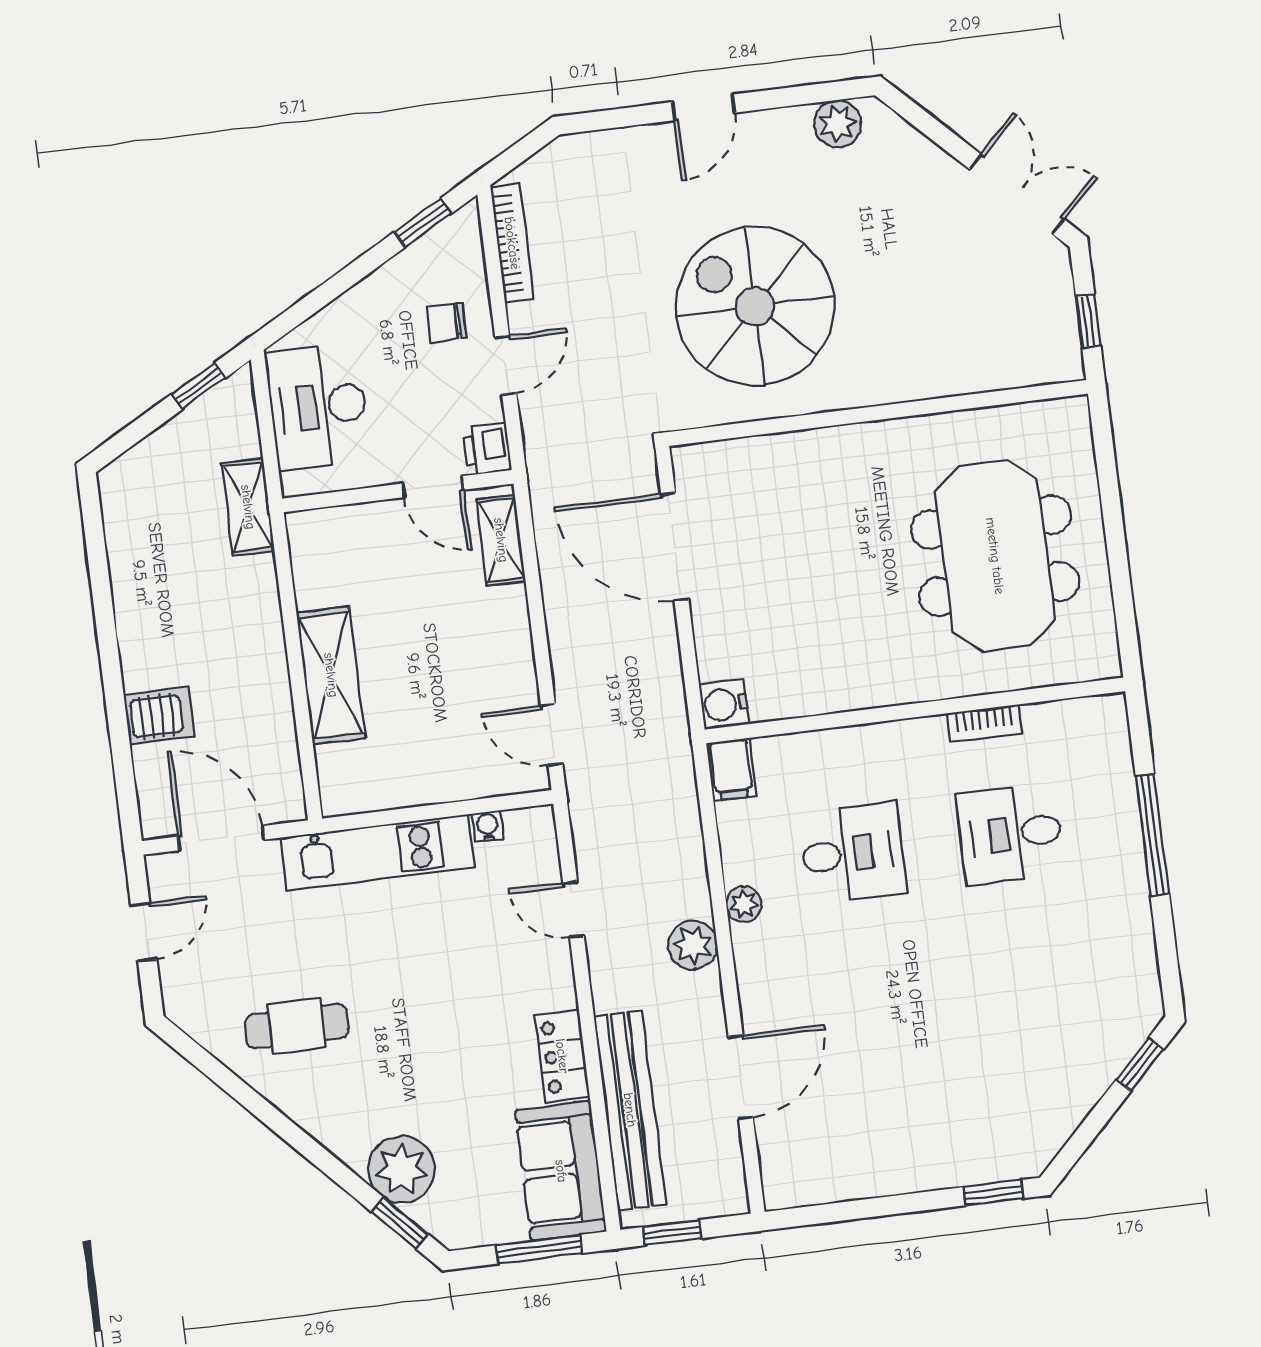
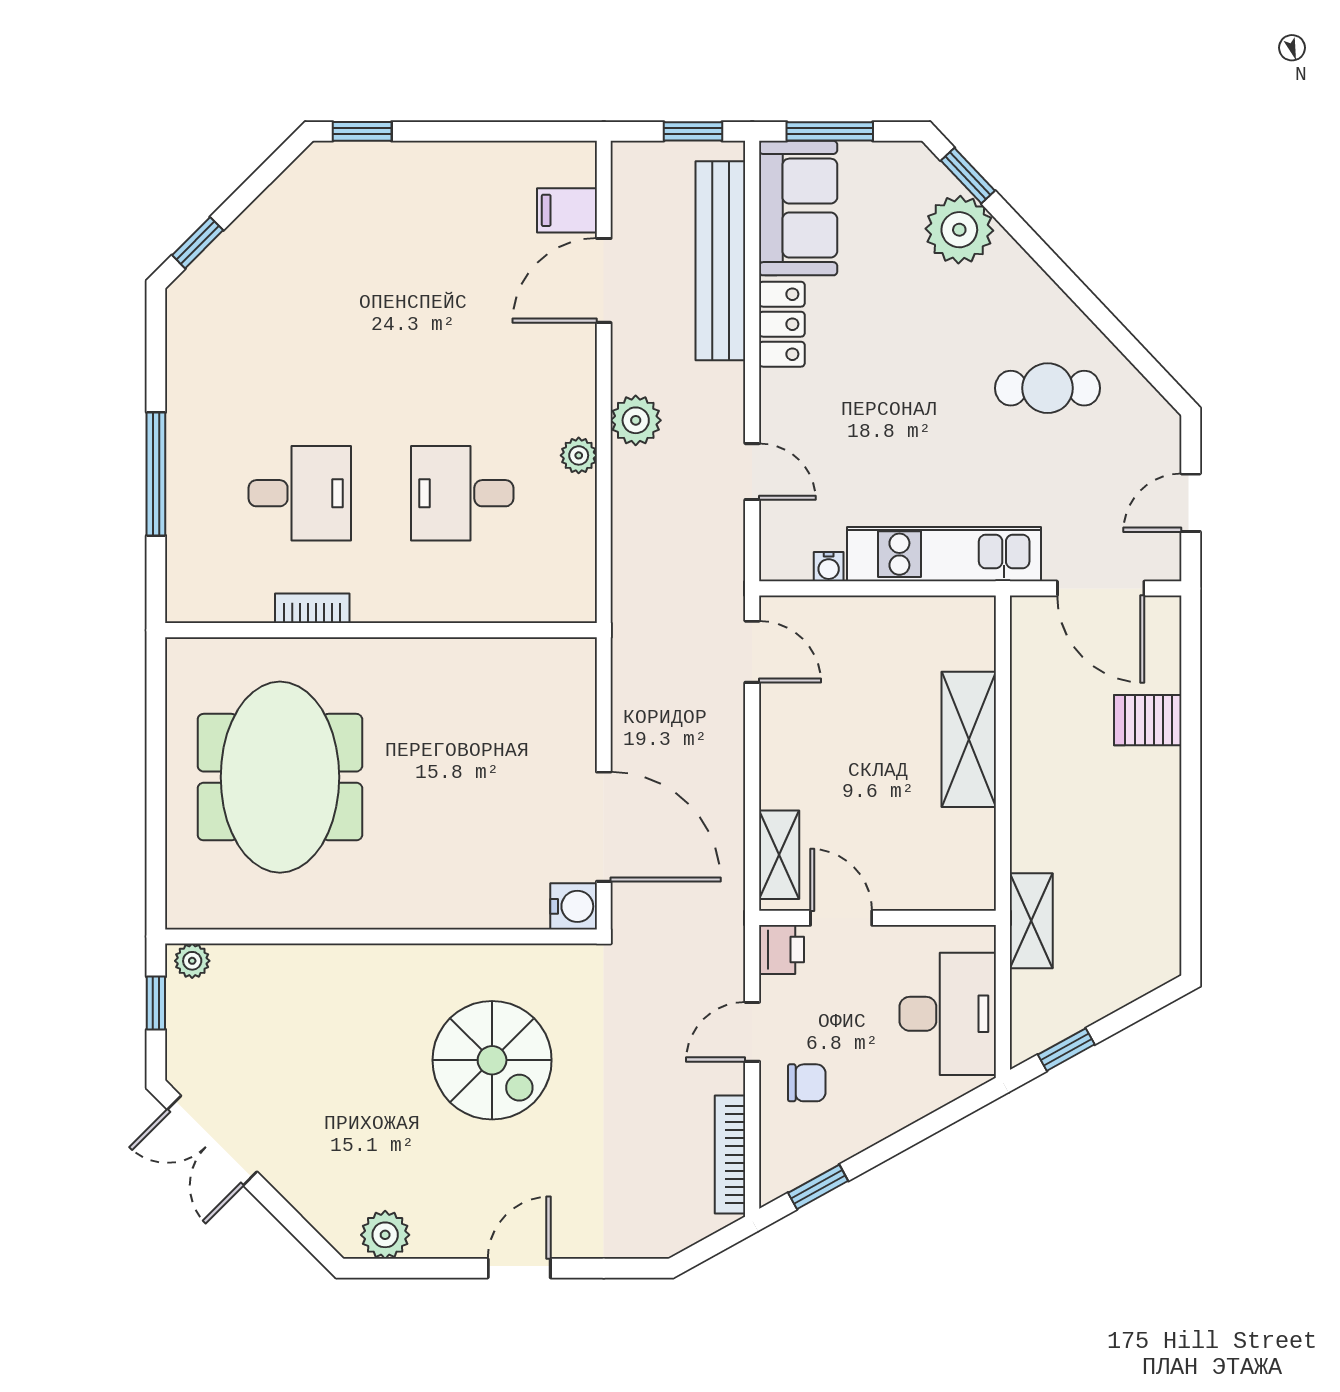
spiral stairs: (755, 306) -> (492, 1060), width x0.73, depth x0.73
plant: (1058, 366) -> (192, 961), added
water cooler: (724, 704) -> (574, 906), moved
filing cabinet: (731, 769) -> (567, 210), moved, turned -90

